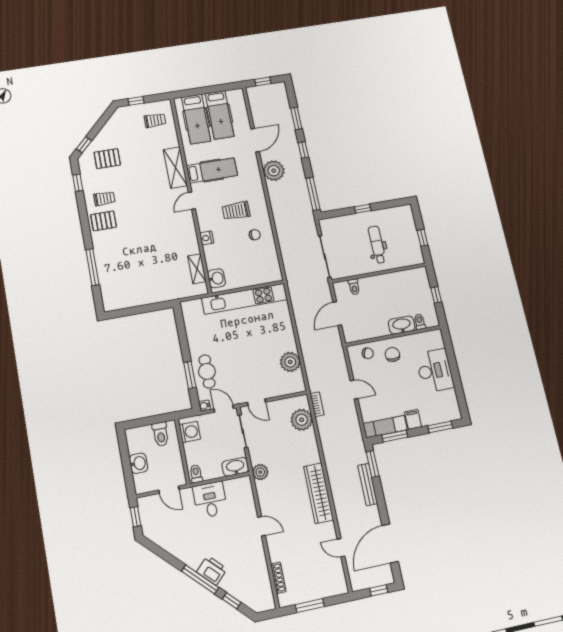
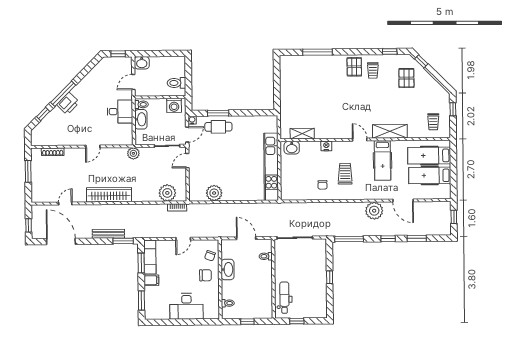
dental chair: (377, 245) -> (284, 298), moved, turned -90
washbasin: (402, 325) -> (228, 270), moved
washbasin: (138, 463) -> (142, 63), moved
washbasin: (235, 467) -> (141, 119), moved

